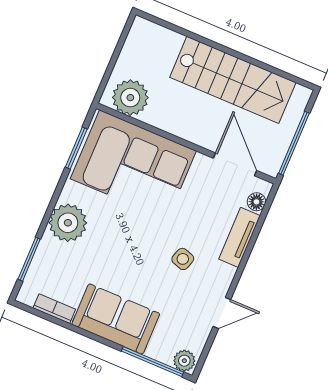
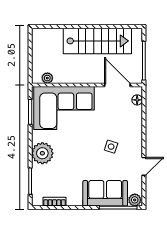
plant: (130, 98) -> (47, 78), width x0.53, depth x0.53
tv unit: (240, 237) -> (136, 123), removed
sofa: (116, 319) -> (105, 193), moved

